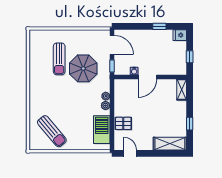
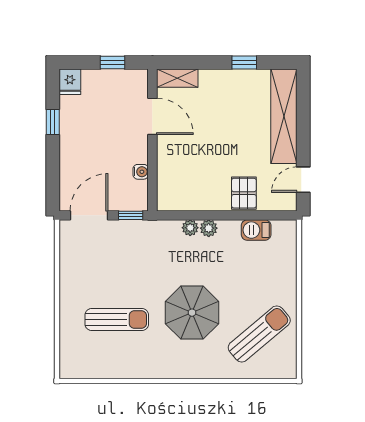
parasol: (83, 68) -> (192, 313), moved
door: (147, 77) -> (152, 116), moved
barbecue: (102, 130) -> (256, 230), width x0.53, depth x0.65
shelving: (170, 144) -> (284, 116), width x1.47

